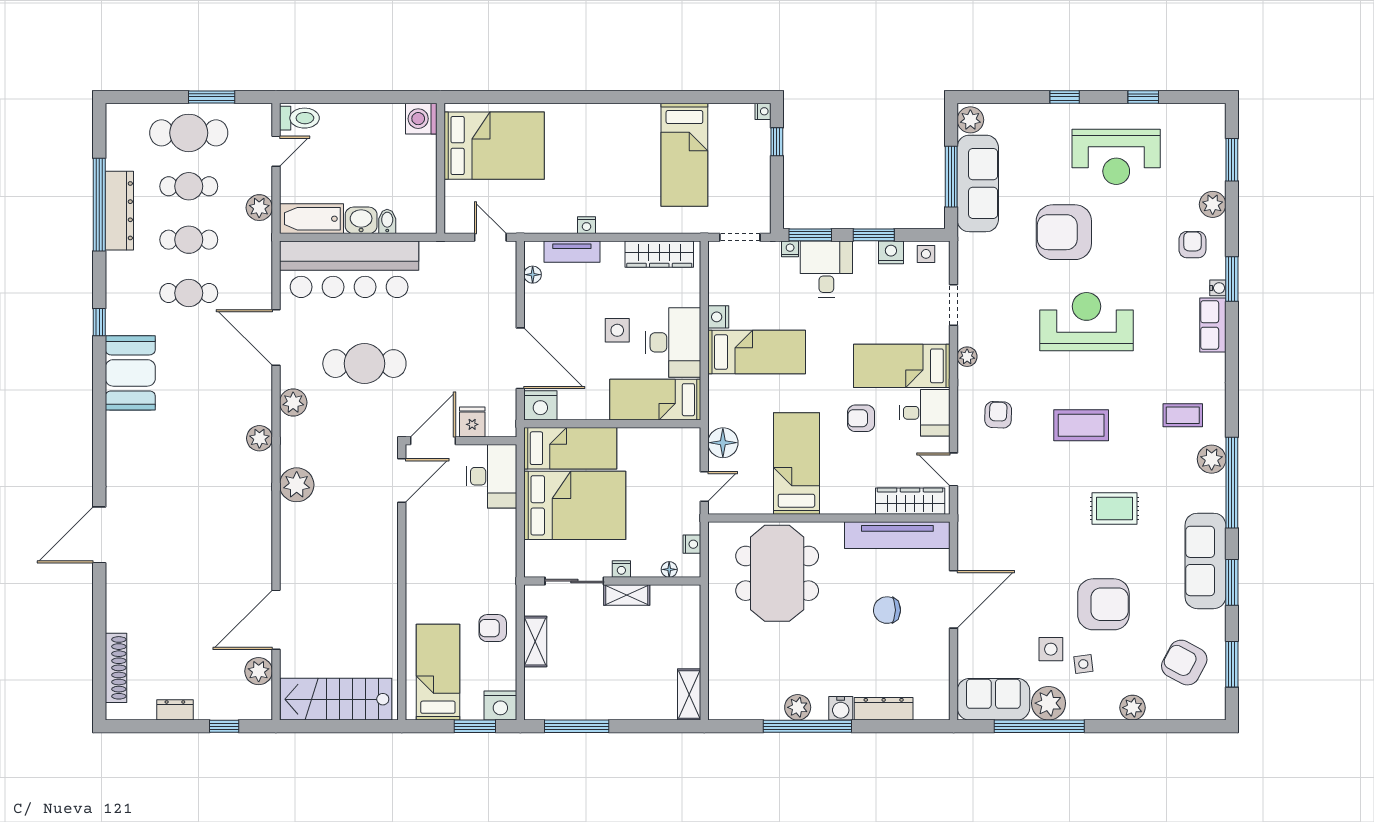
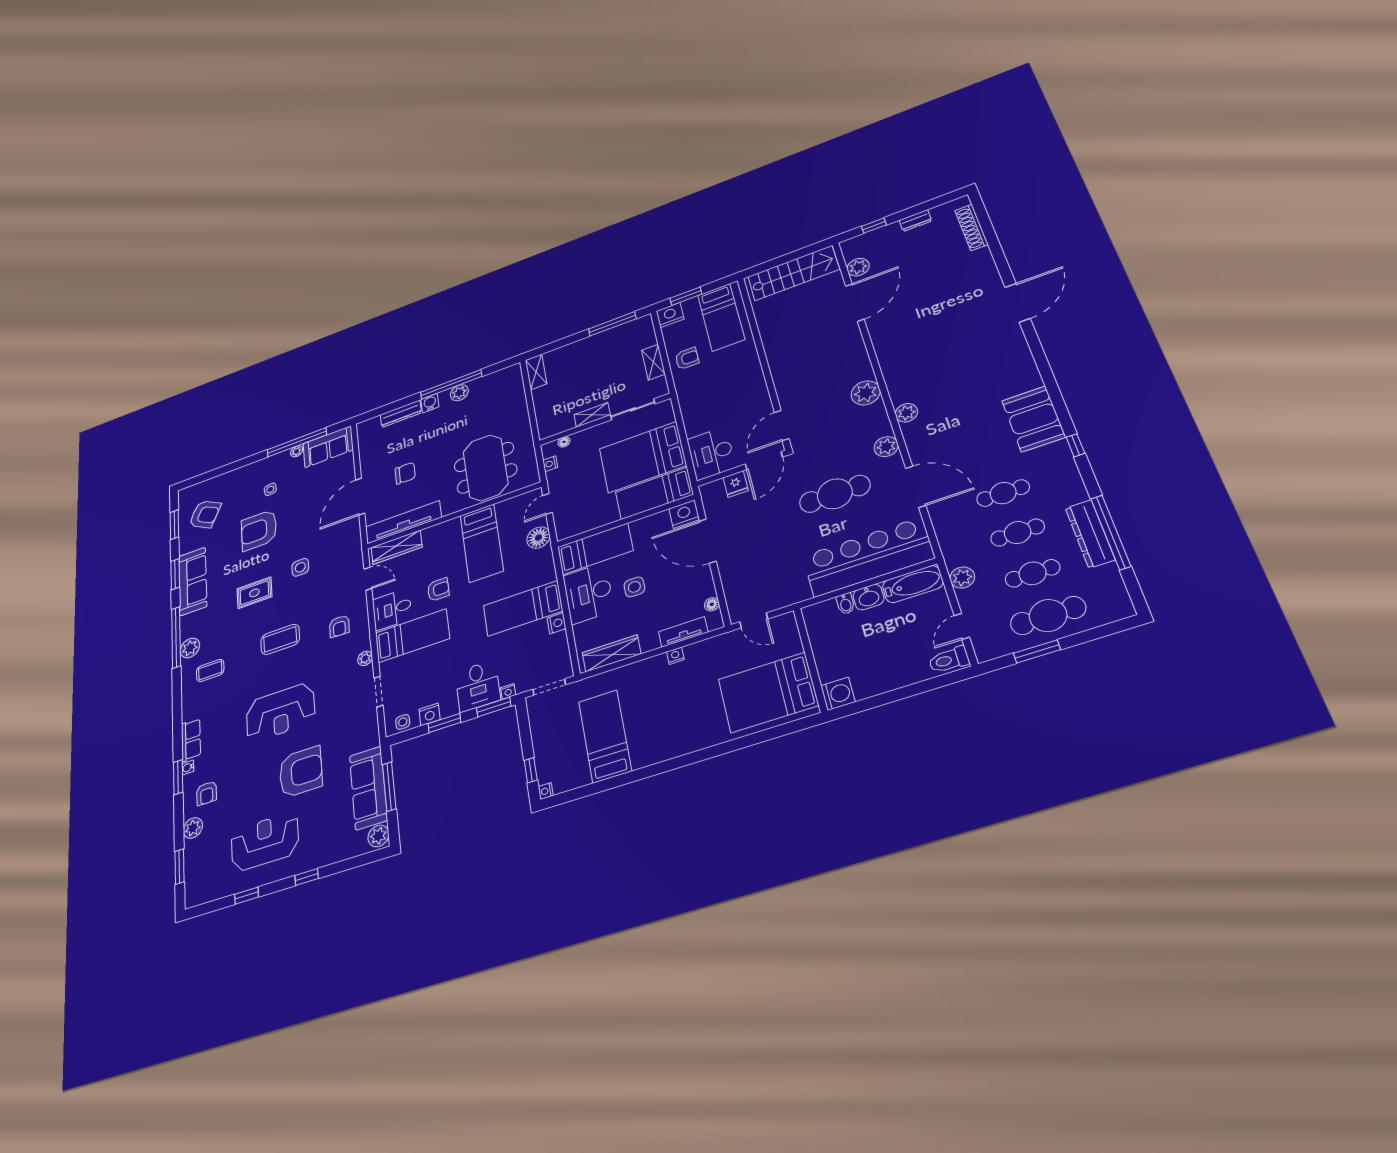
nightstand: (621, 569) -> (599, 429), removed
side table: (1051, 649) -> (300, 567), moved
plant: (1048, 703) -> (297, 451), width x0.53, depth x0.53
plant: (1133, 708) -> (237, 476), removed

